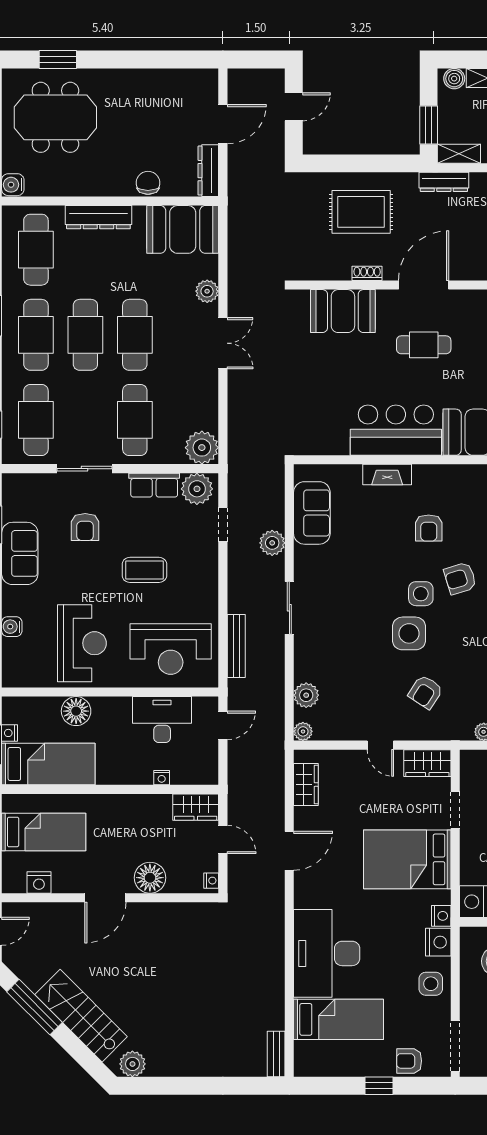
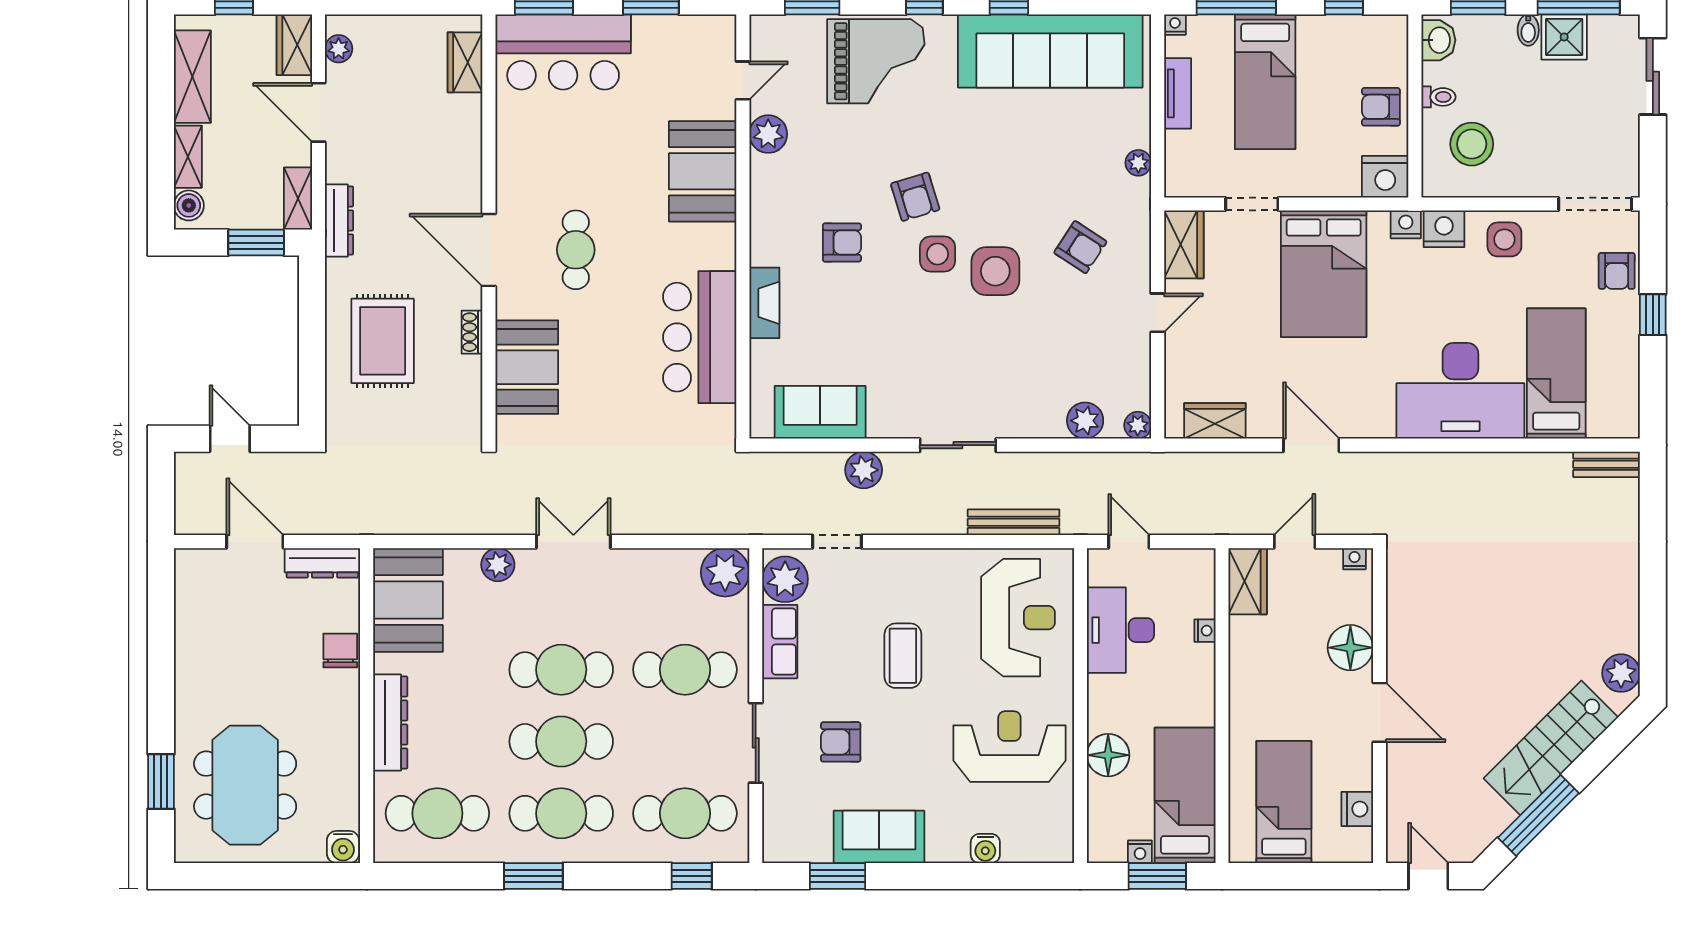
chair: (148, 183) -> (340, 651), turned 90
bar counter: (396, 430) -> (700, 337), moved
armchair: (85, 527) -> (841, 742), turned 180

